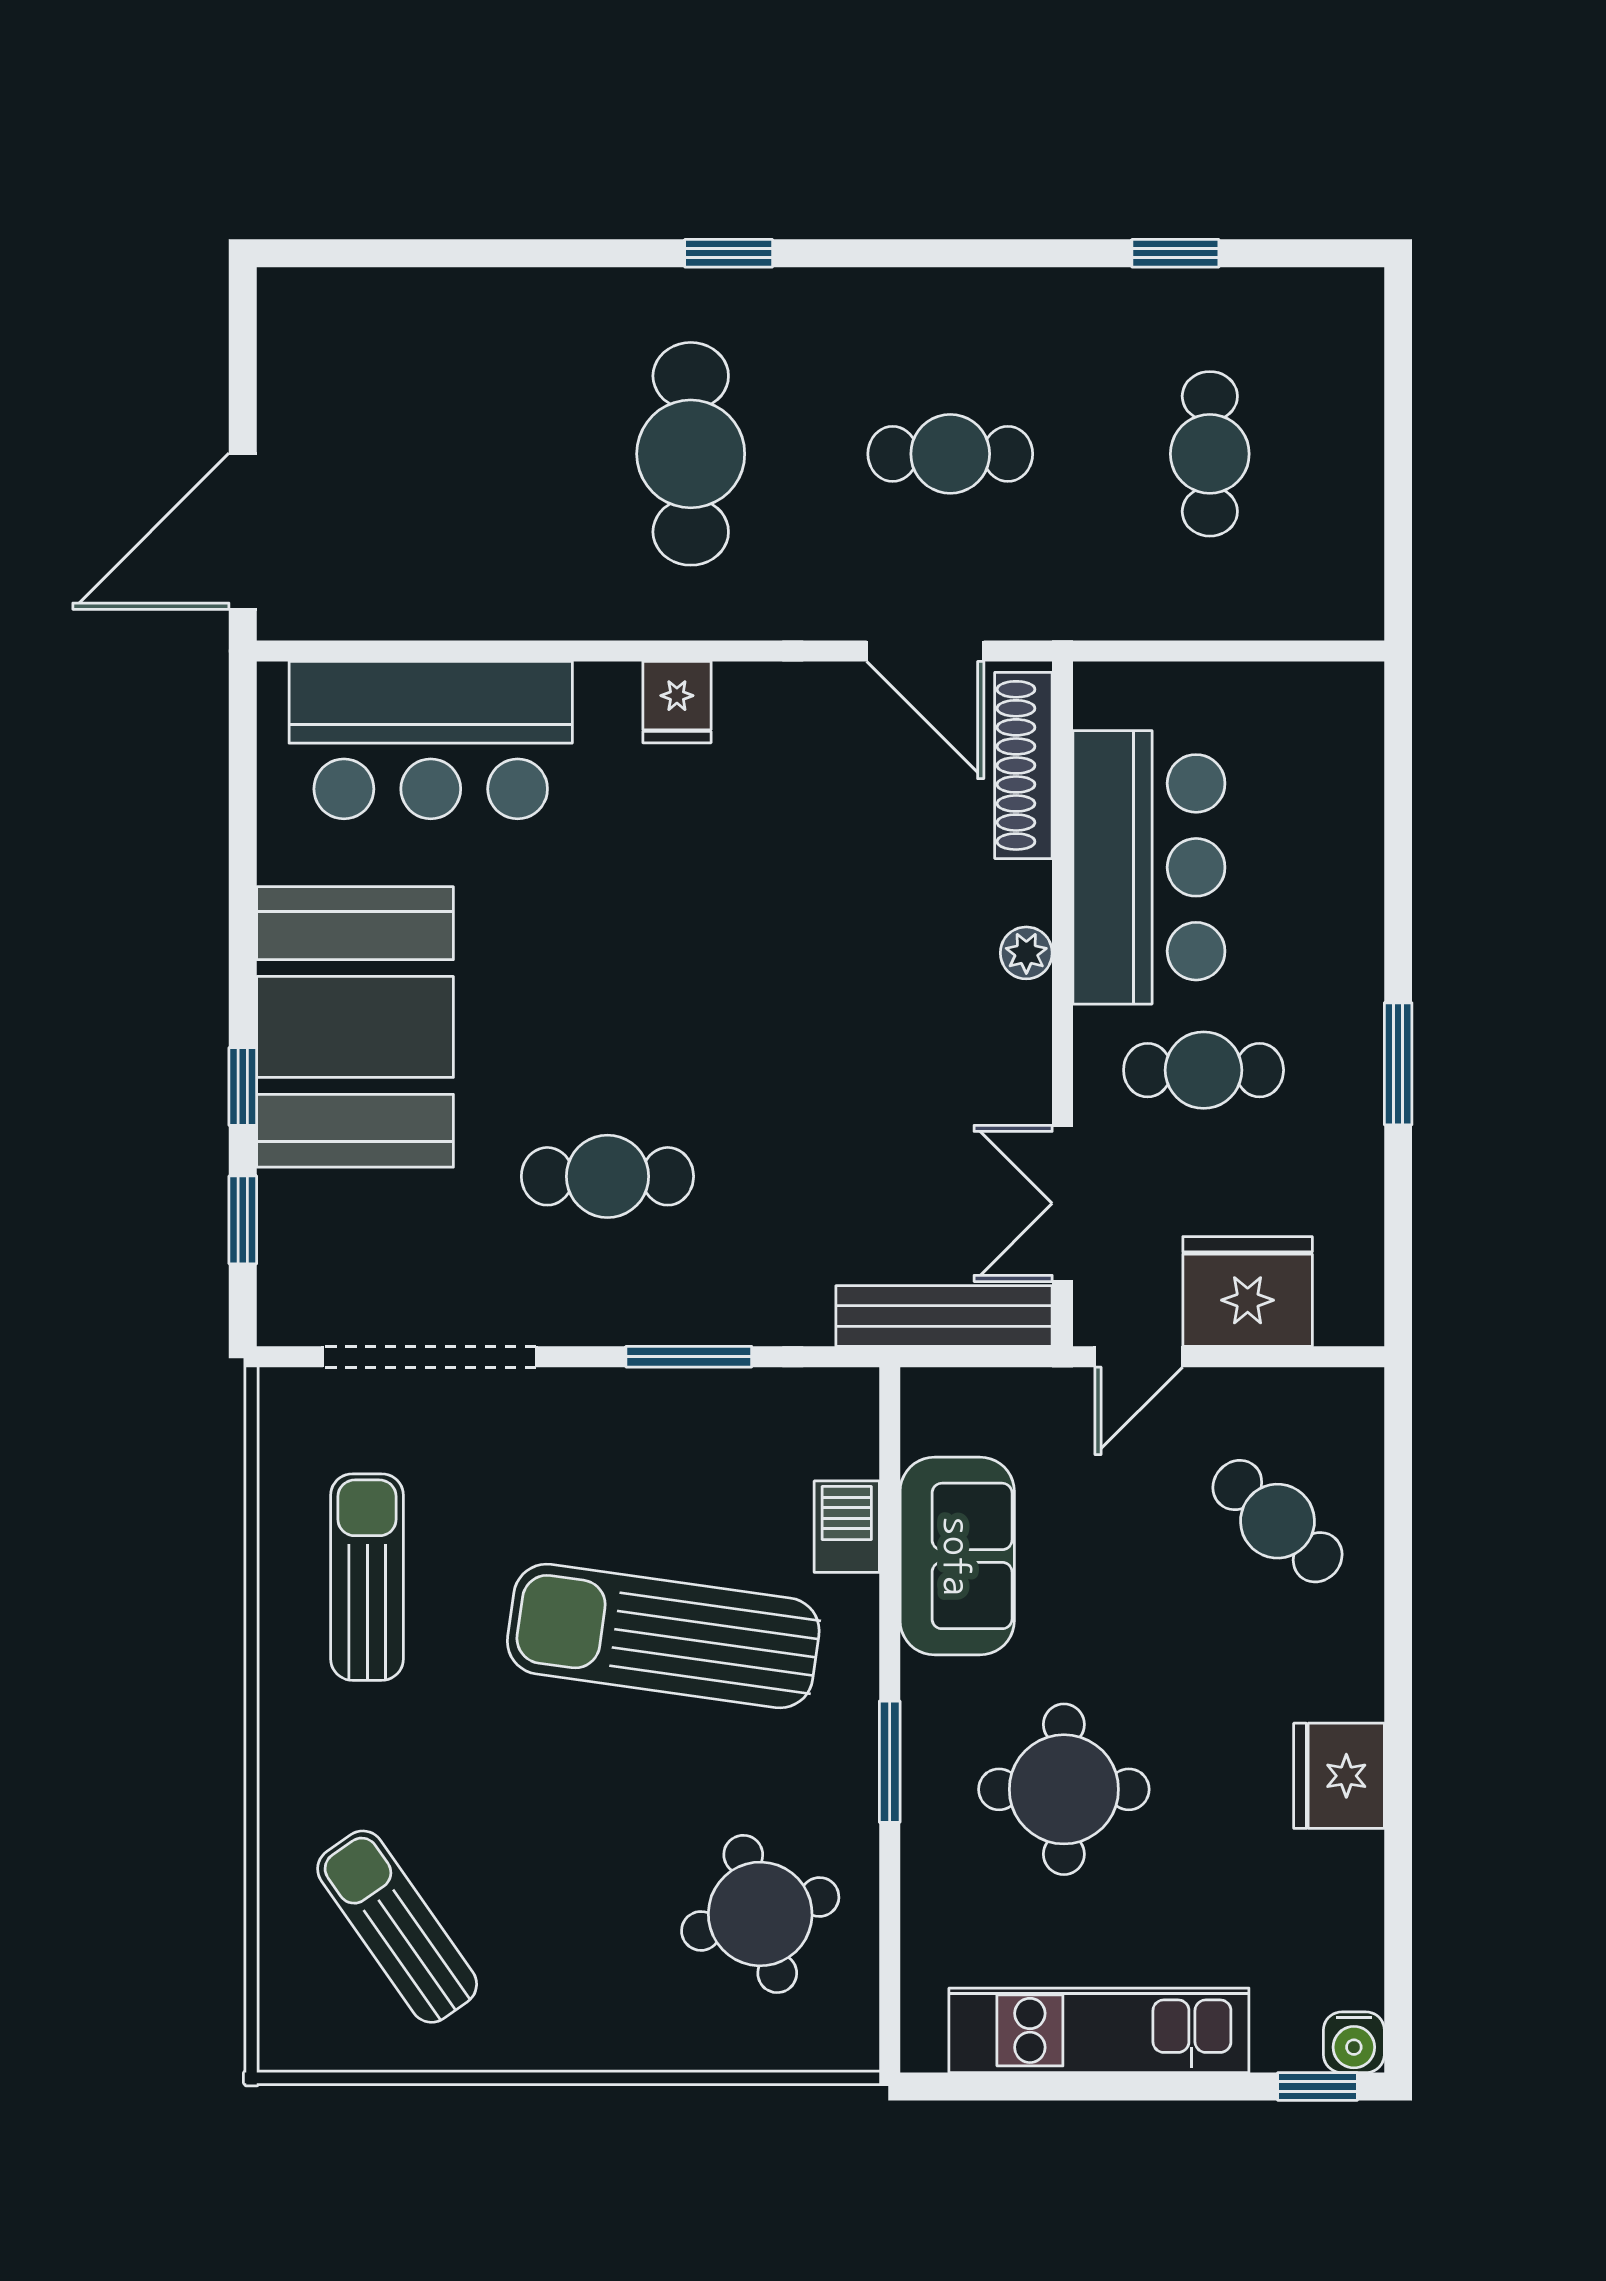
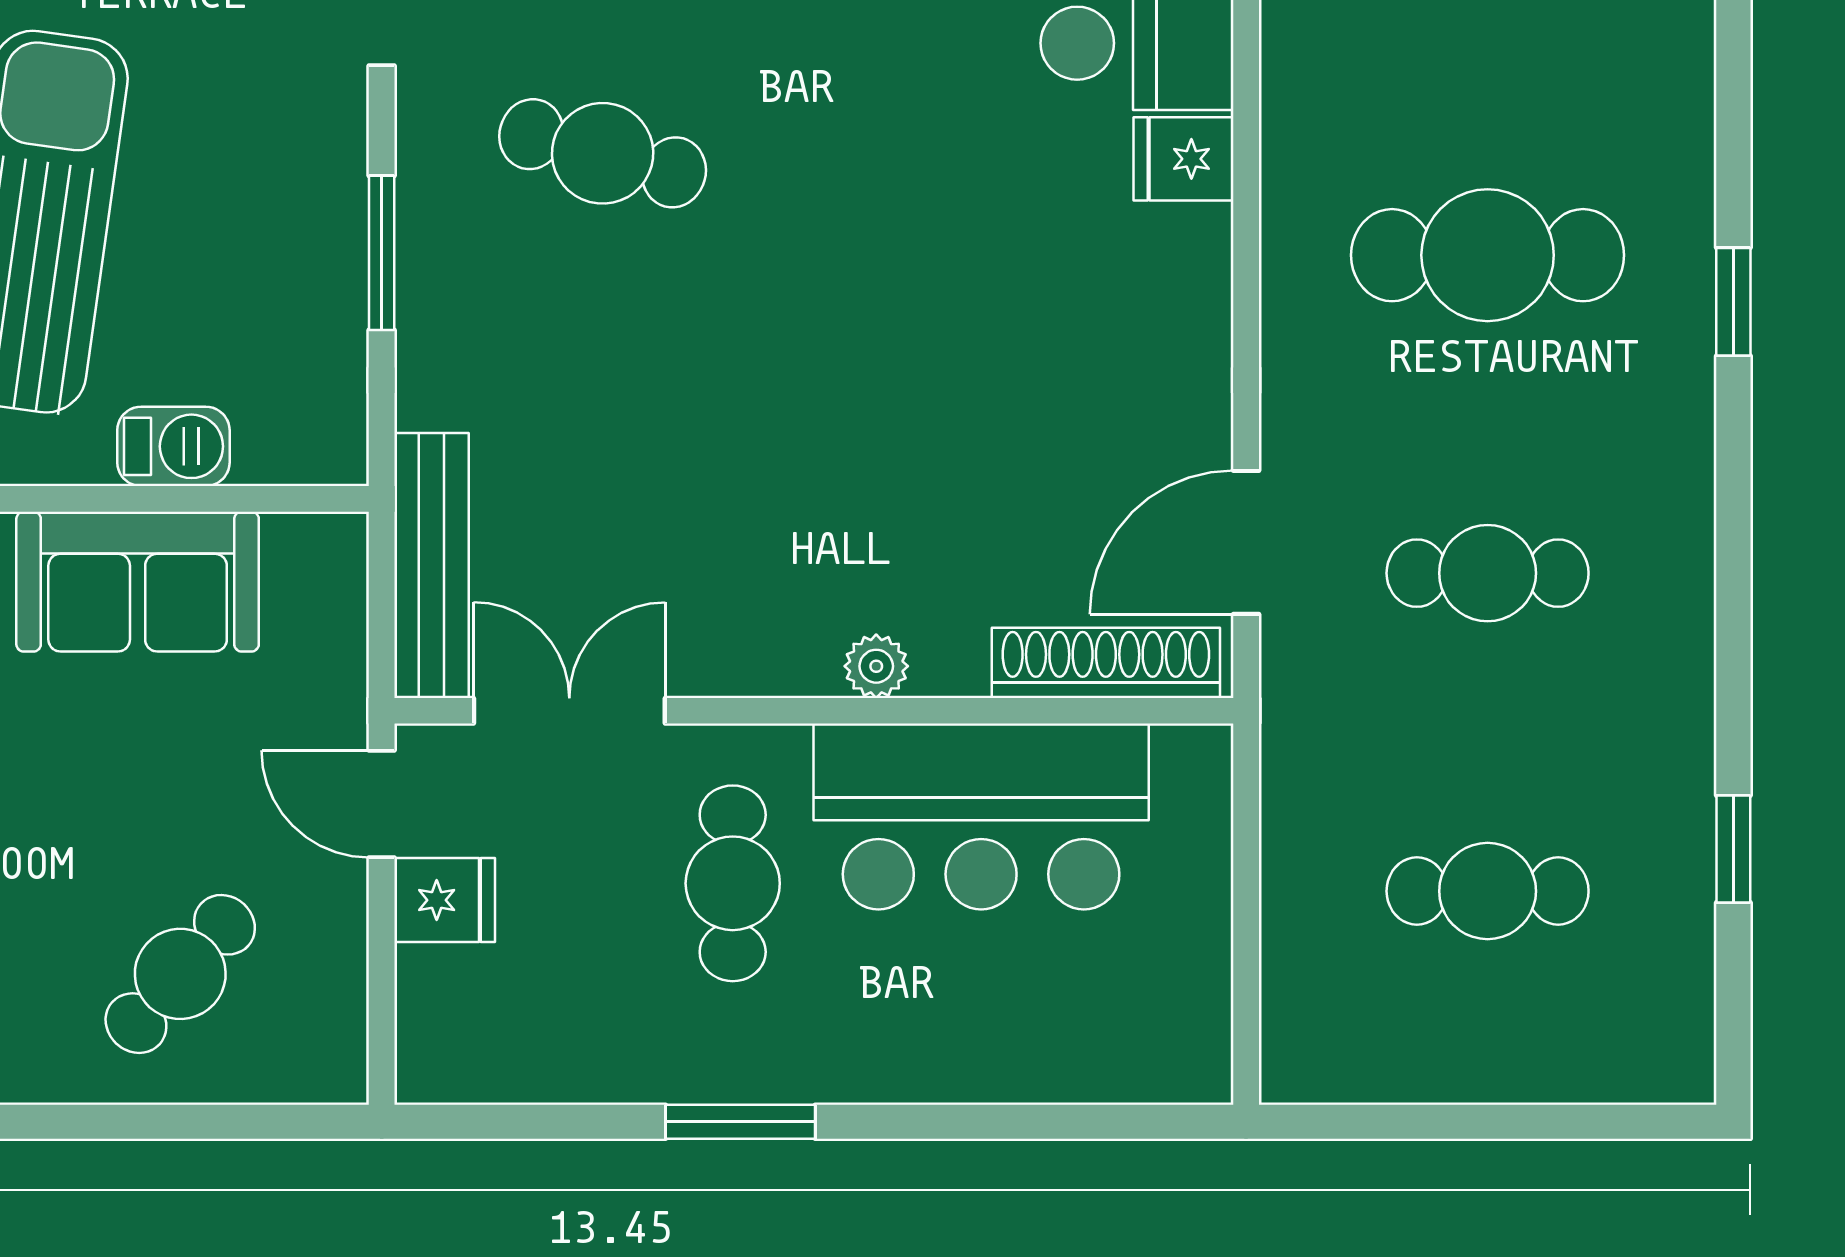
cafe table: (950, 454) -> (1488, 573), turned 90
fridge: (677, 702) -> (1183, 159), moved
cafe table: (607, 1176) -> (603, 153), turned -75
fridge: (1248, 1291) -> (445, 900), width x0.53, depth x0.75

